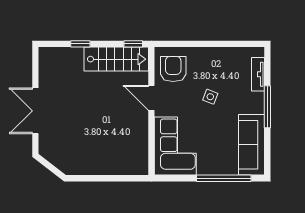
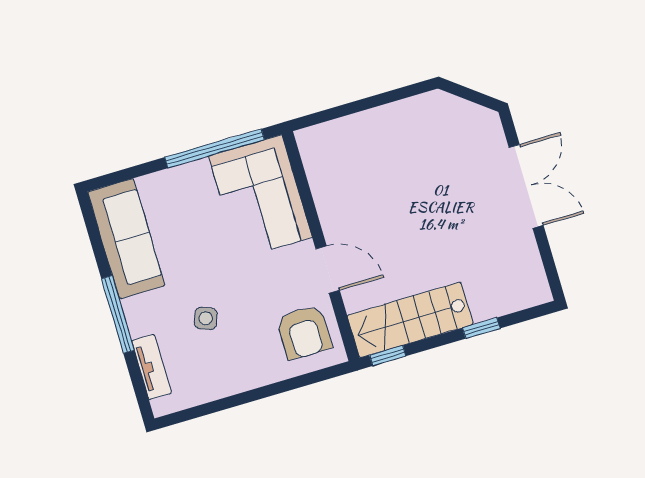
side table: (210, 97) -> (206, 318), moved
window: (224, 178) -> (215, 148), moved

